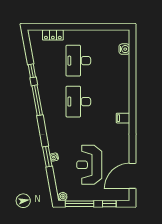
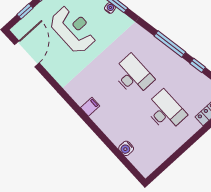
water cooler: (124, 49) -> (126, 148), moved
filing cabinet: (123, 118) -> (90, 107), moved

